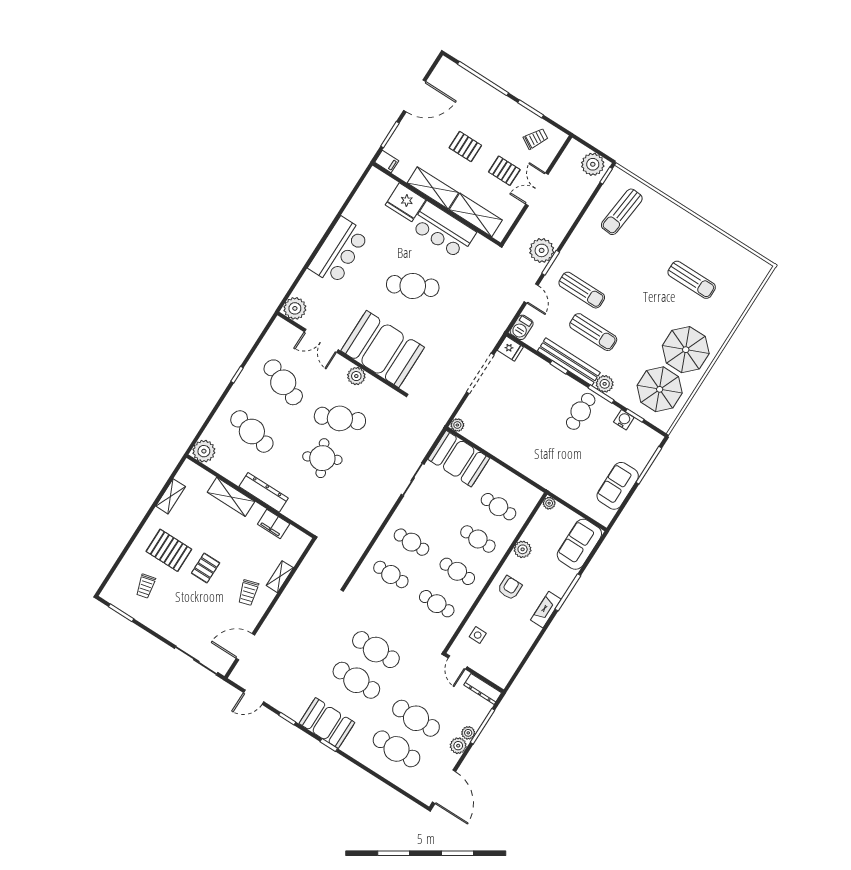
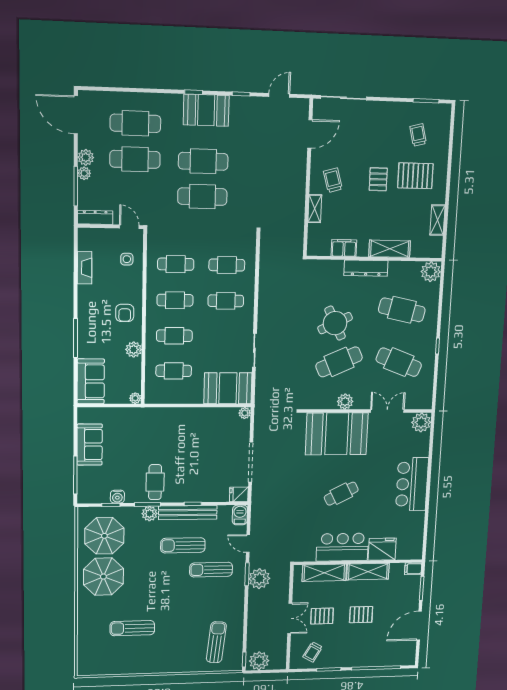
cafe table: (413, 286) -> (341, 494), width x0.73, depth x0.74
fireplace: (546, 610) -> (85, 268), moved

